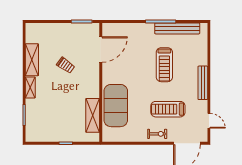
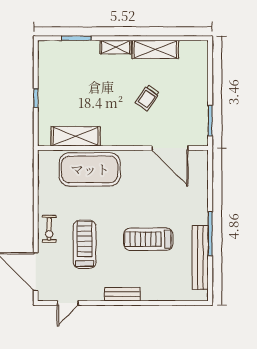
bench: (203, 83) -> (122, 294), width x0.73

